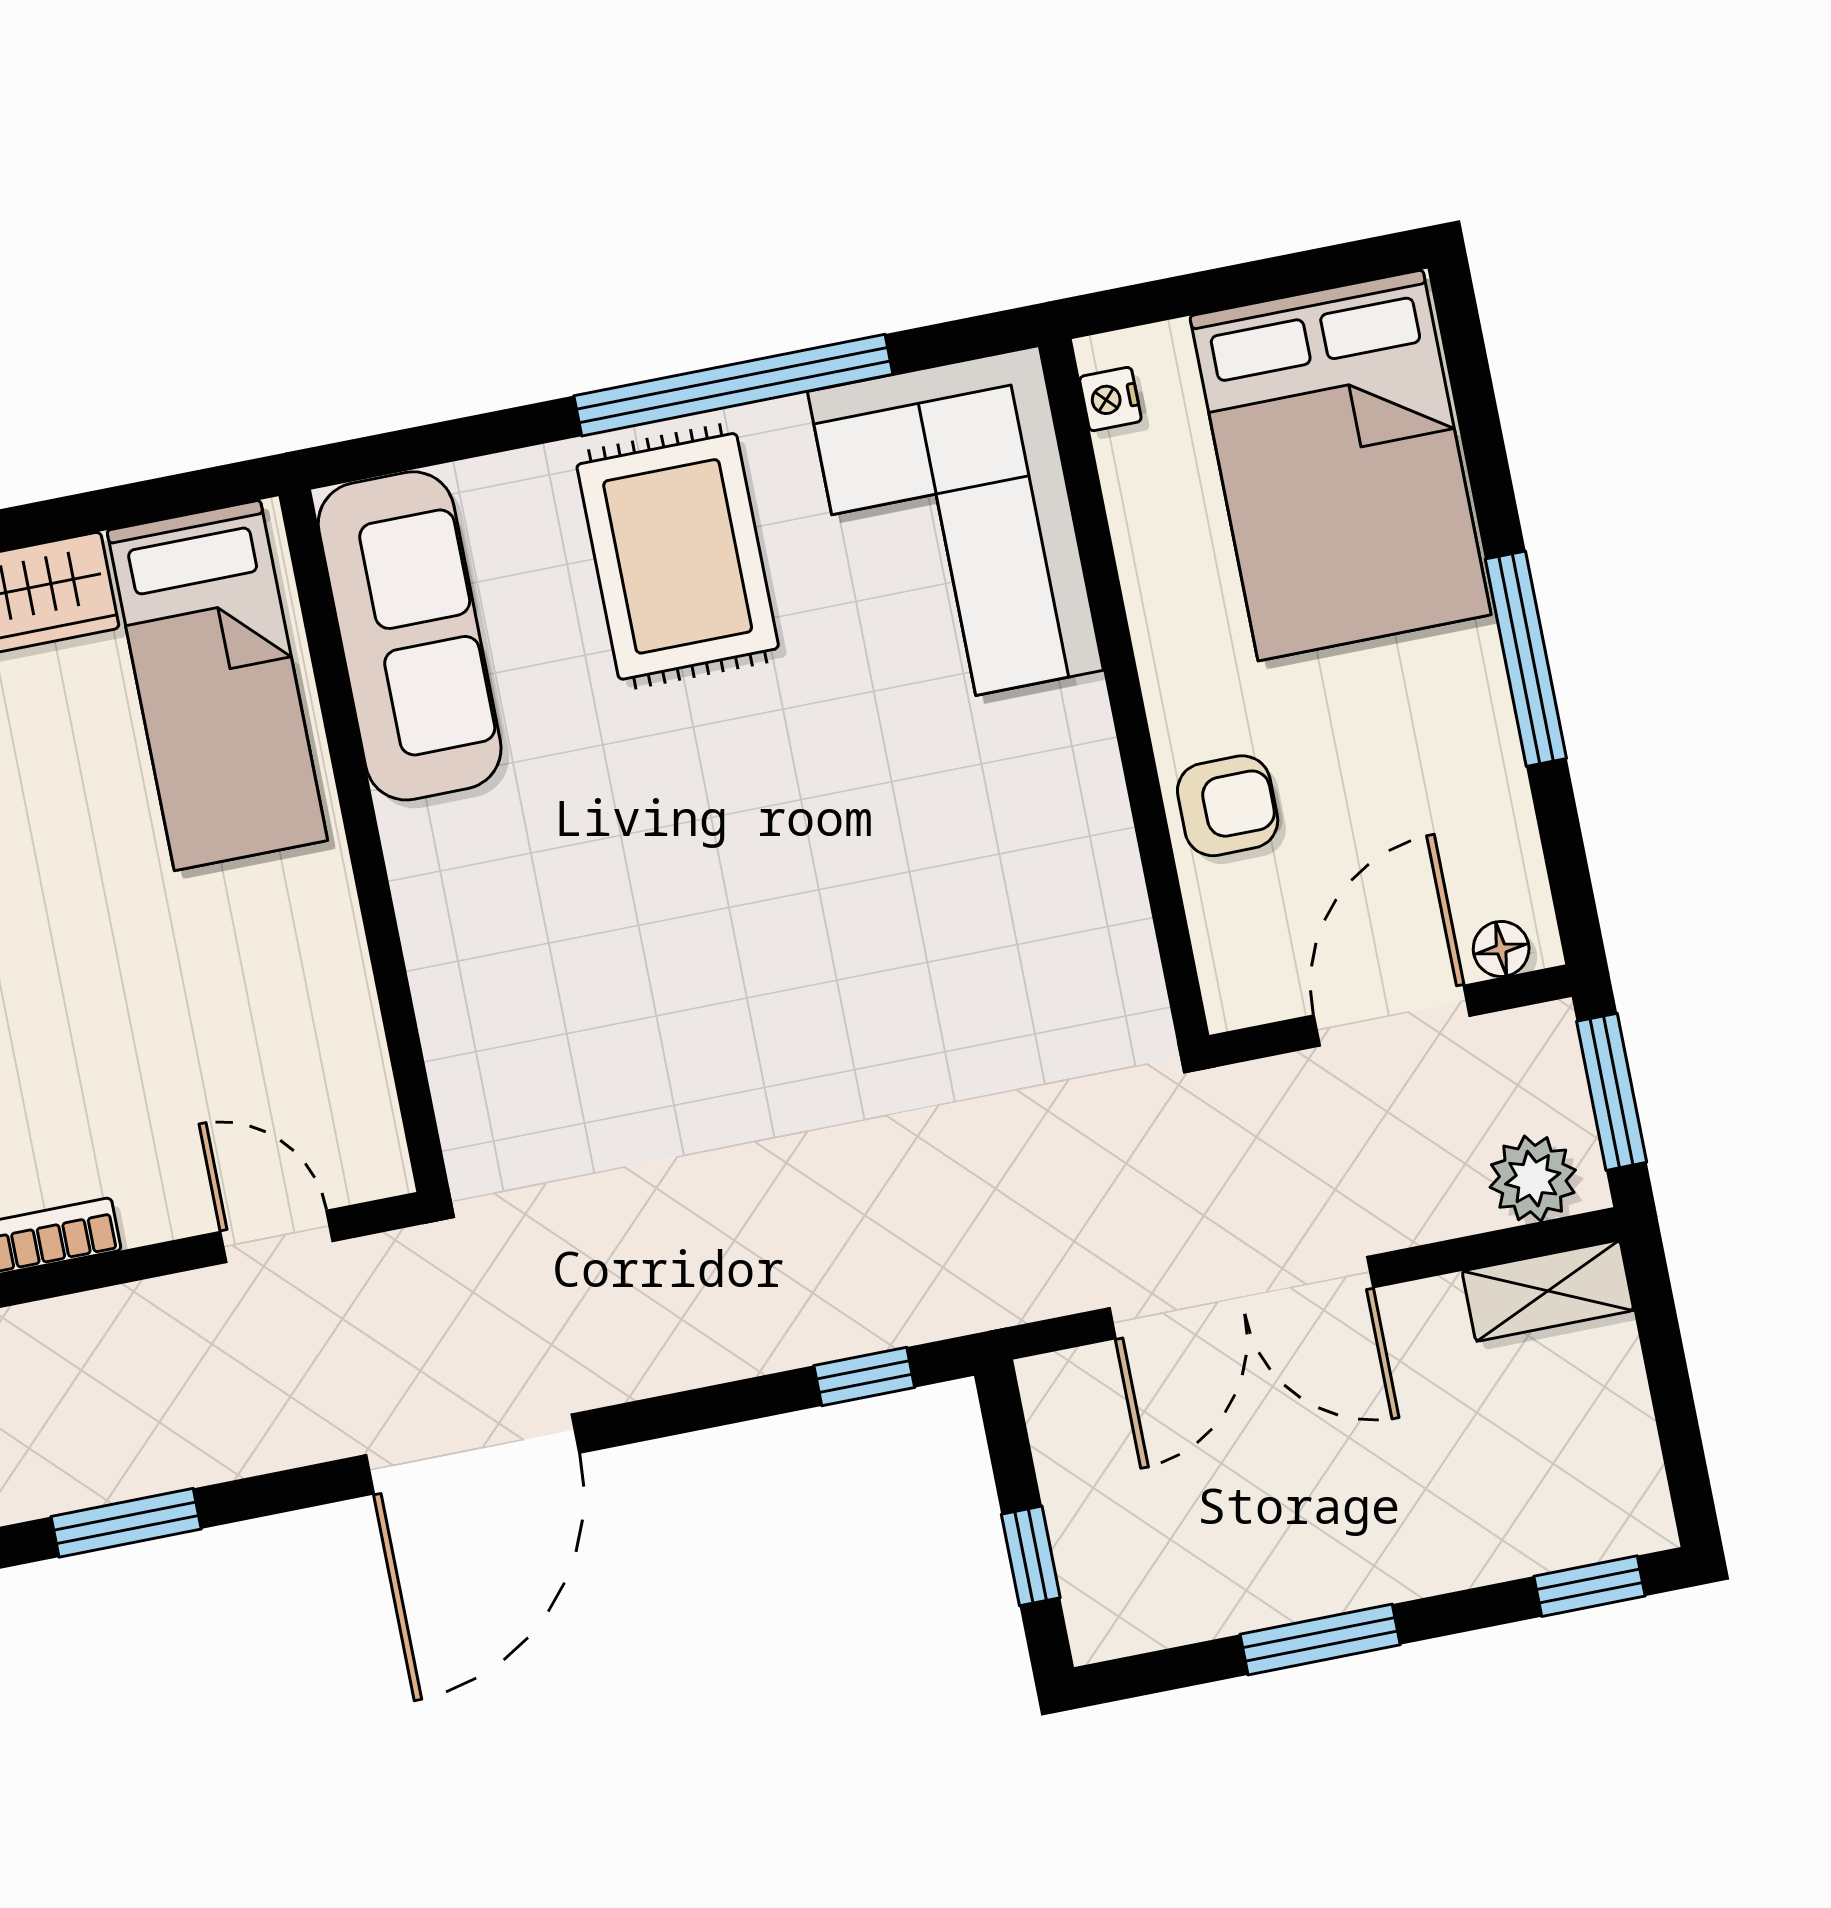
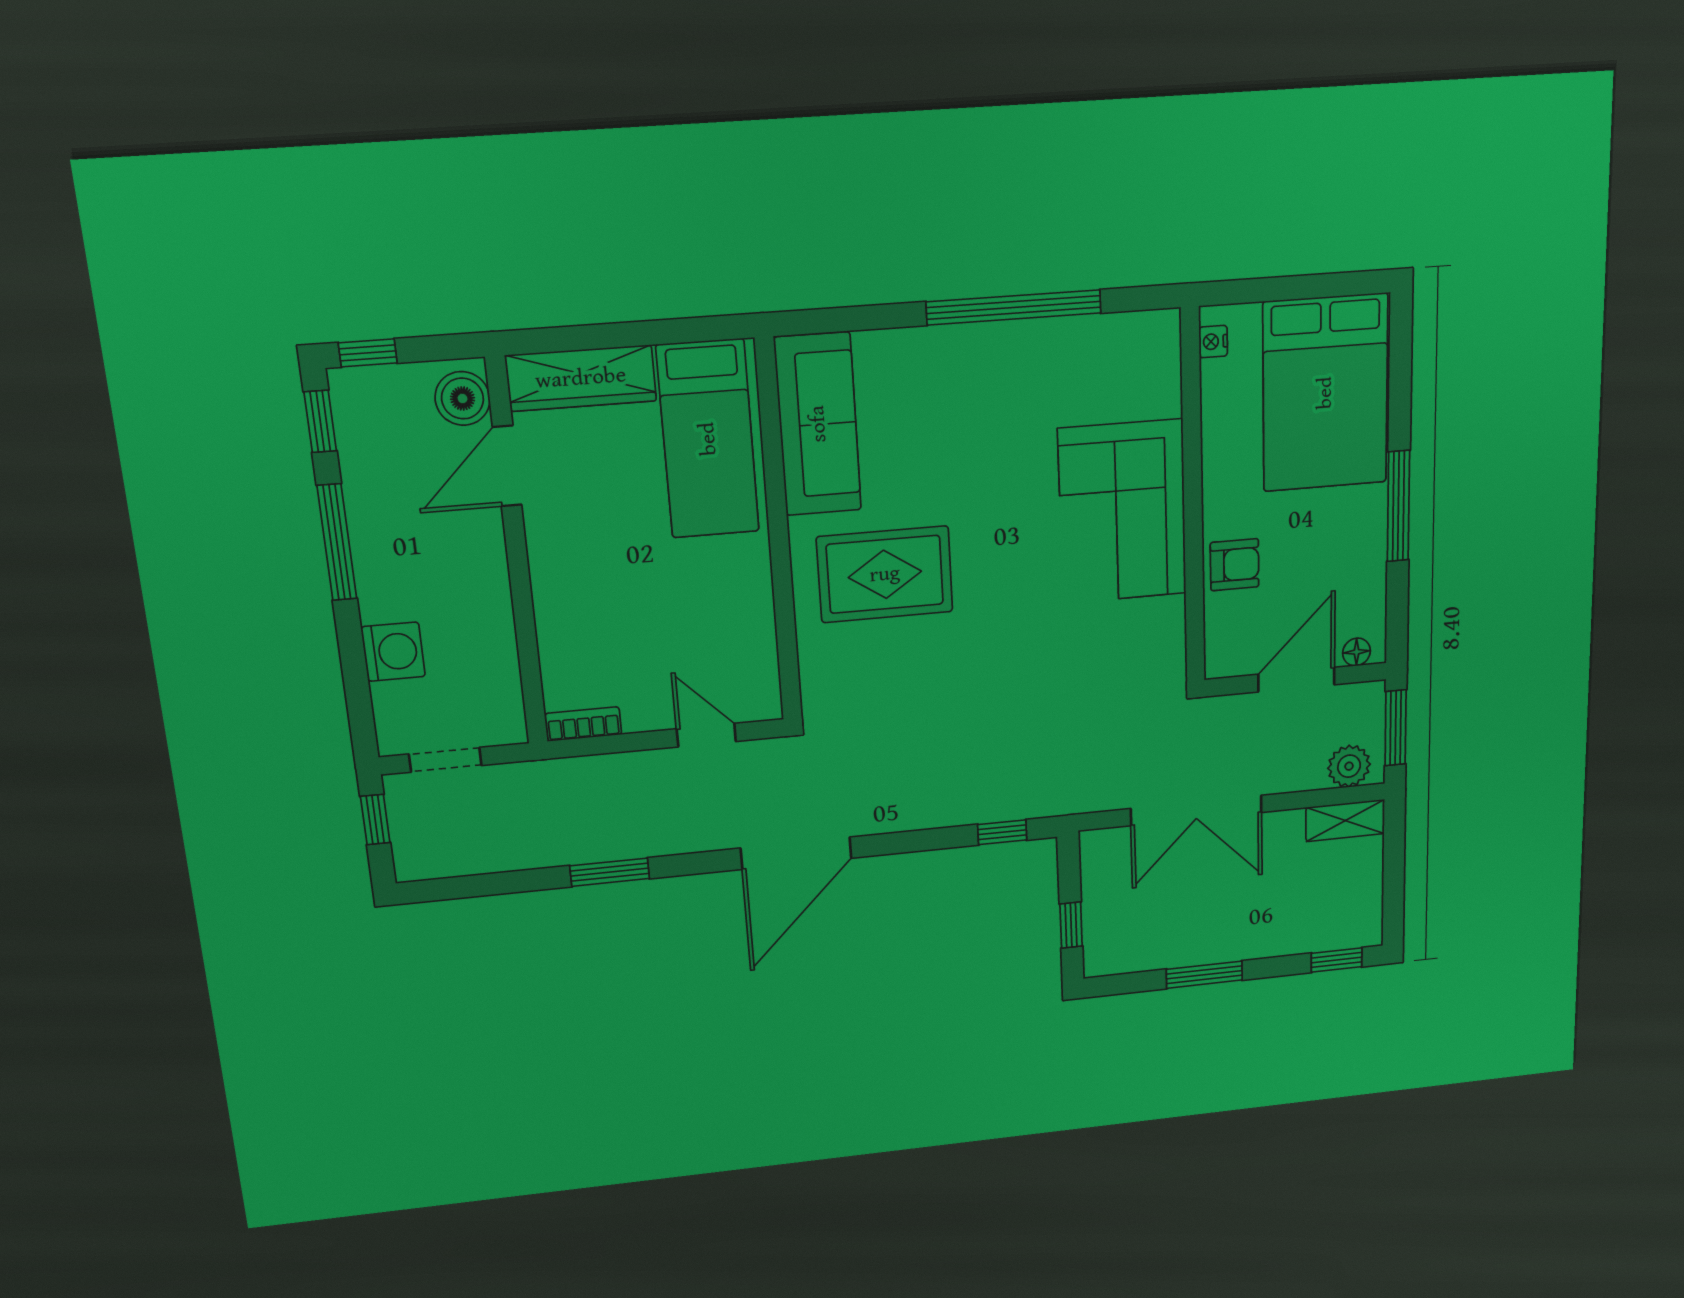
corner sofa: (955, 531) -> (1123, 512), moved
rug: (678, 556) -> (885, 574), moved, turned 90

